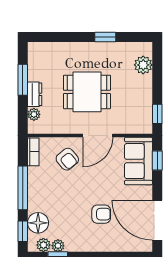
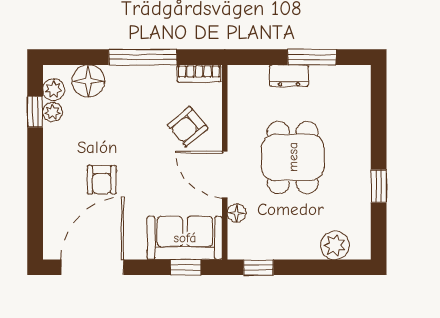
plant: (34, 114) -> (258, 75), removed
floor lamp: (123, 128) -> (237, 213), added
window: (23, 231) -> (75, 57), removed

